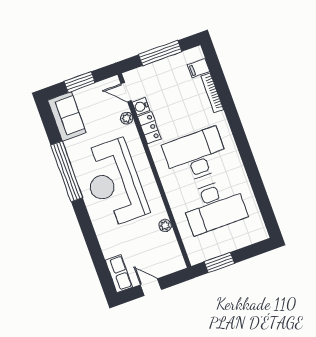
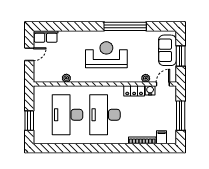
sofa: (67, 116) -> (167, 50), moved, turned 90
desk: (196, 156) -> (105, 115), turned 180
reception desk: (114, 183) -> (106, 55), width x0.74, depth x0.77
window: (219, 263) -> (29, 121), moved

